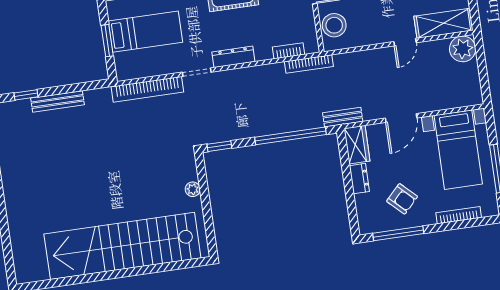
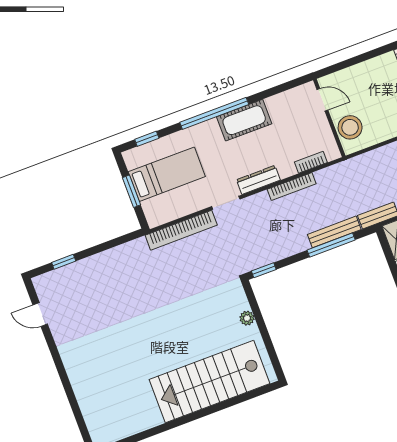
bookcase: (309, 64) -> (292, 187), moved
bench: (58, 101) -> (334, 232), moved
window: (291, 136) -> (331, 245), width x0.68
stairs: (122, 246) -> (209, 381), width x0.73

